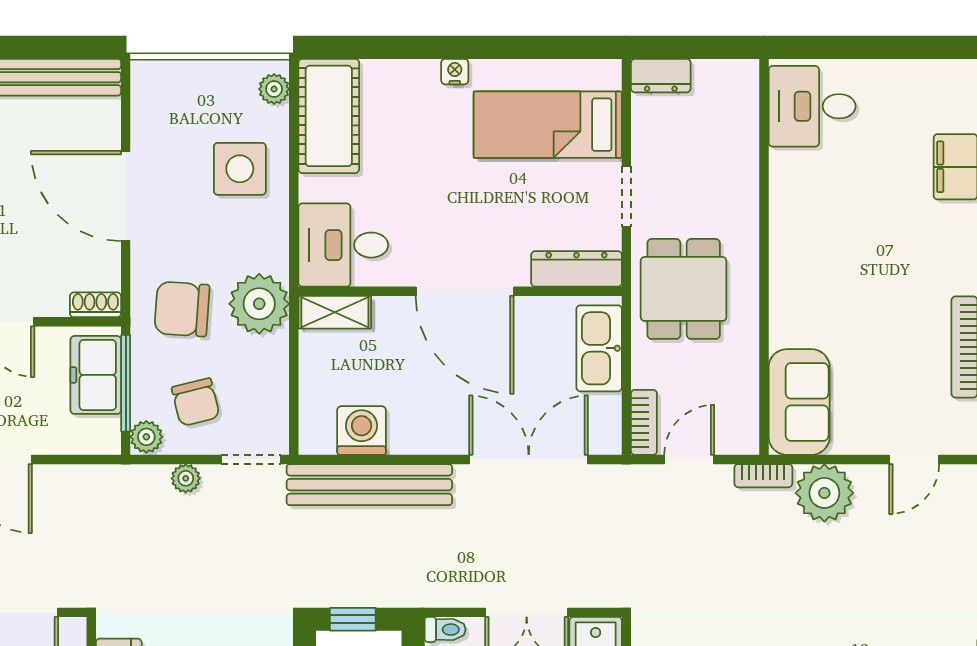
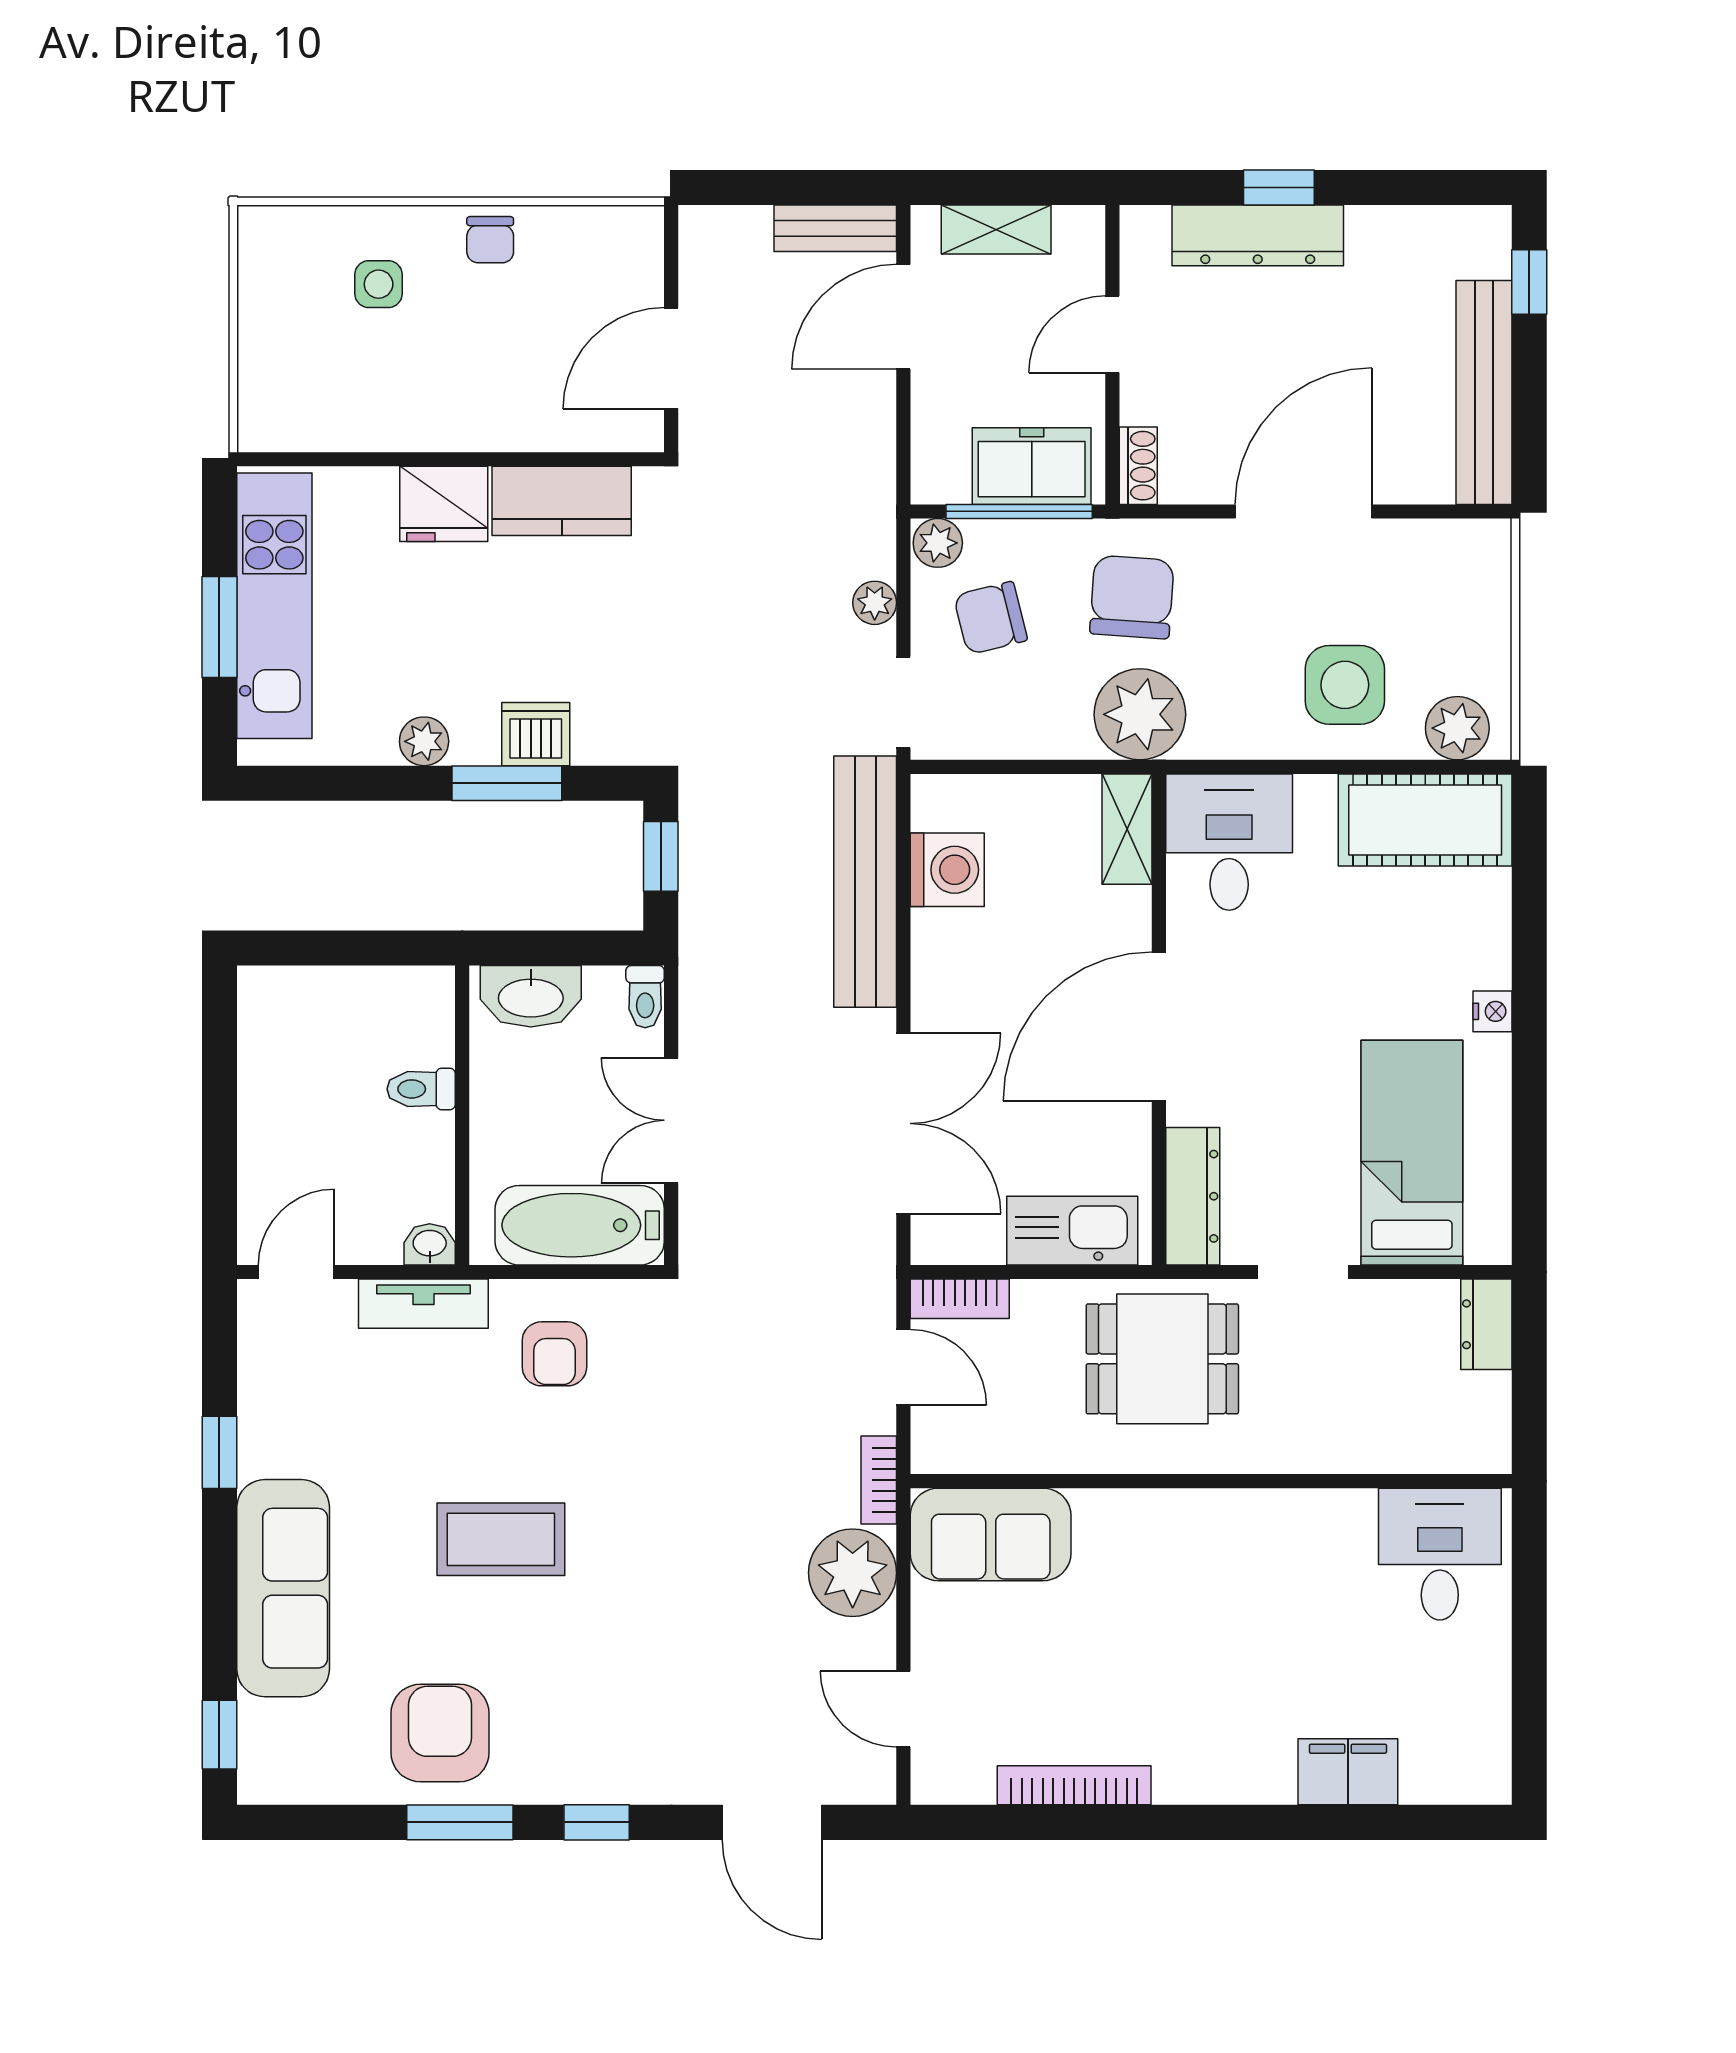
plant: (274, 89) -> (1457, 728), width x1.38, depth x1.38

